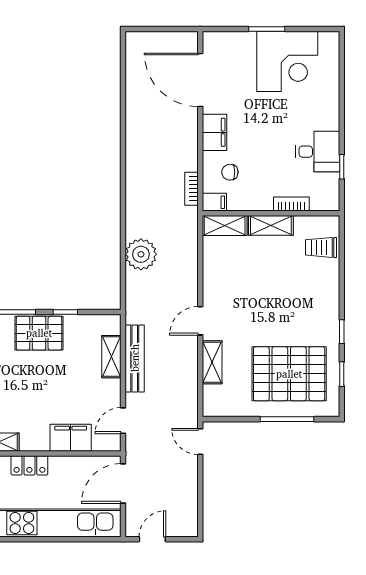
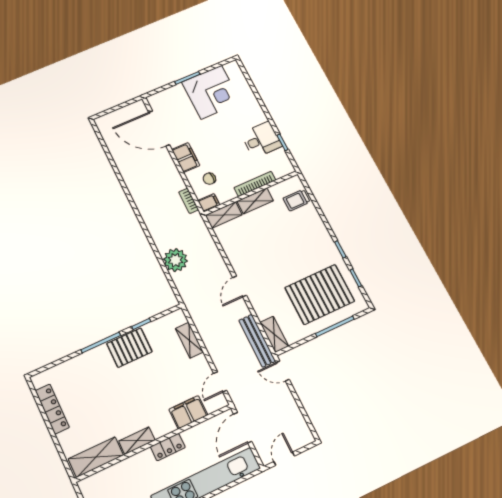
bookcase: (291, 204) -> (255, 184), width x1.56
bench: (135, 358) -> (257, 341), moved
shelving: (212, 362) -> (274, 334), moved

